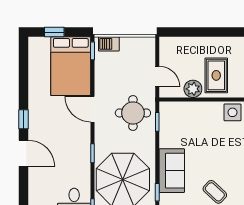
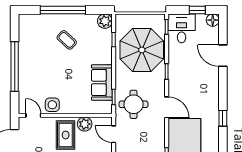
window: (24, 119) -> (223, 118), moved
door: (24, 153) -> (223, 56), moved
sofa: (172, 171) -> (102, 82), moved

